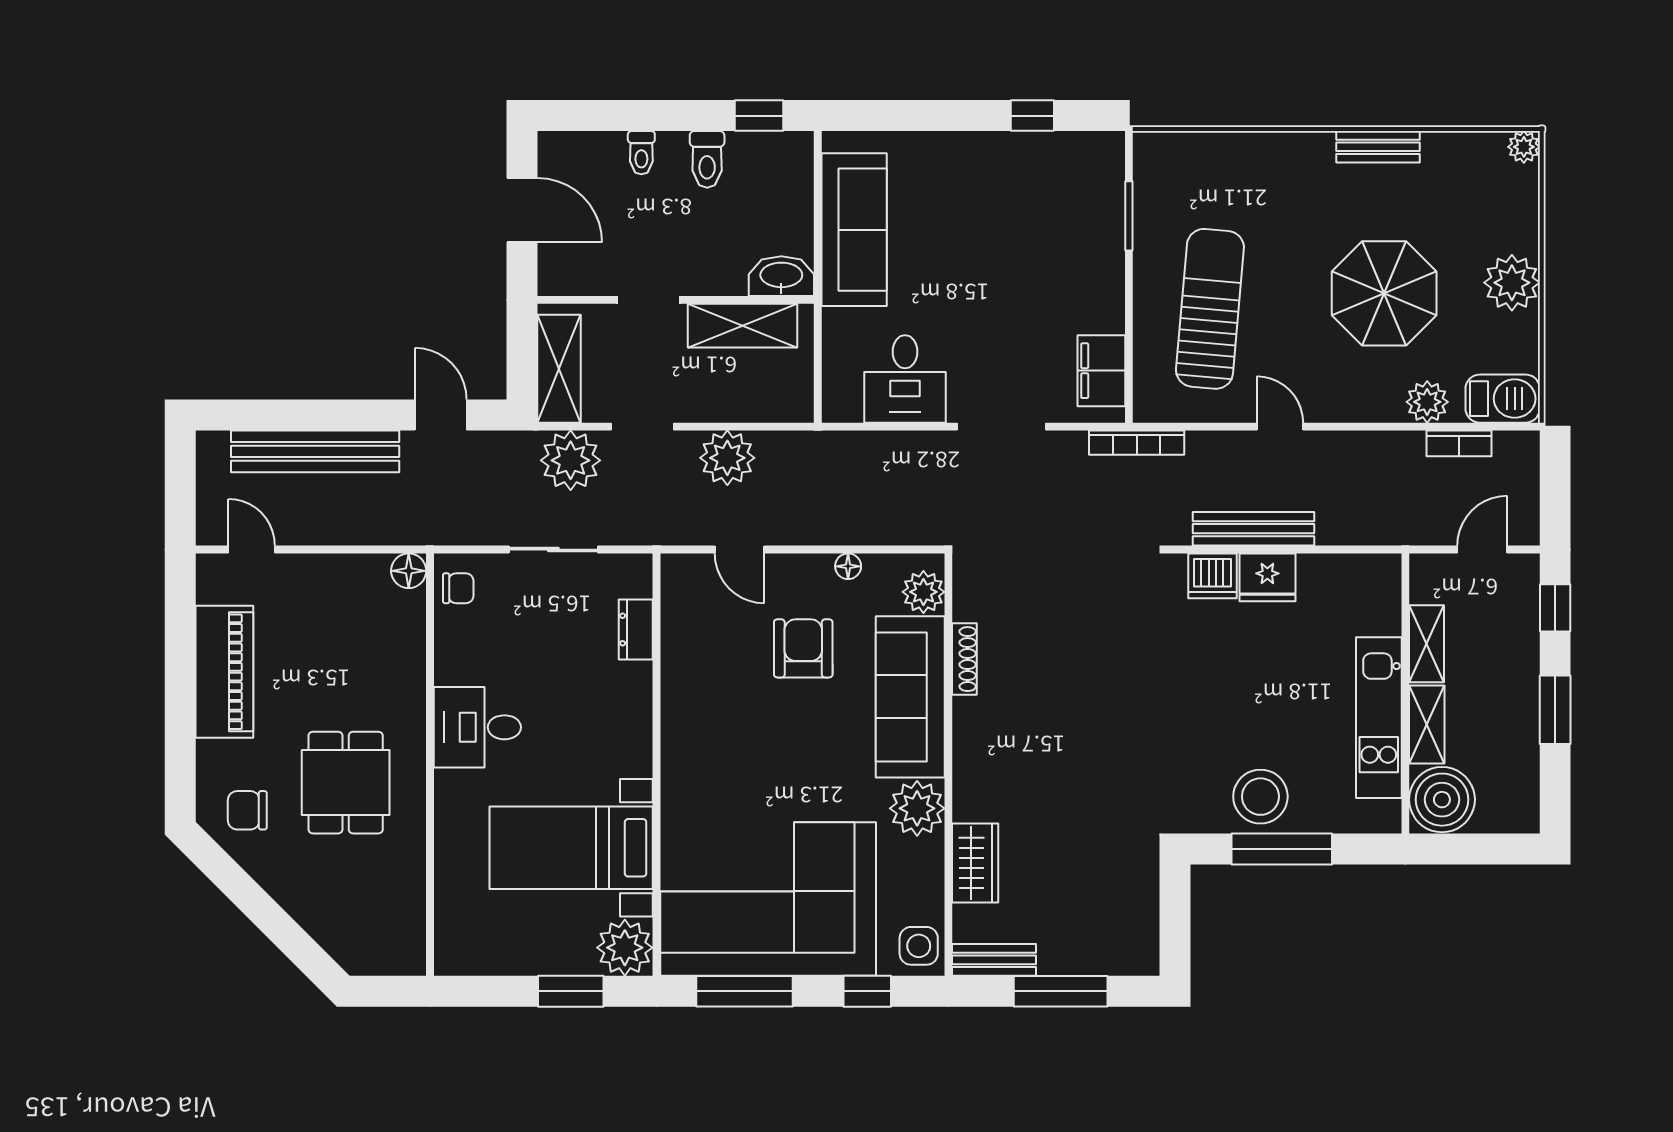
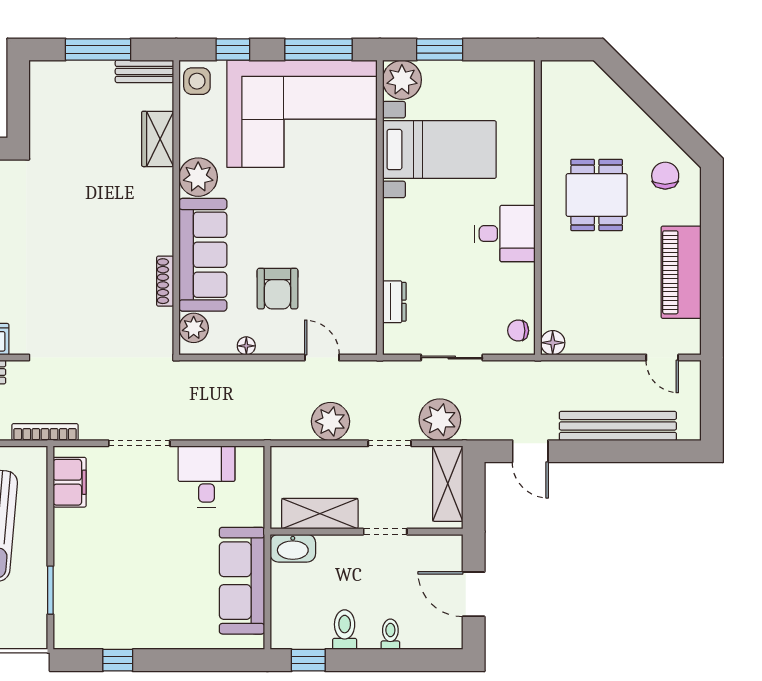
chair: (247, 810) -> (665, 176), turned -90

